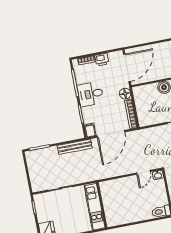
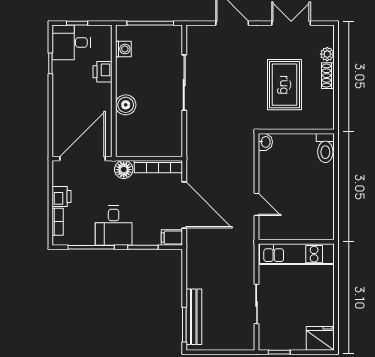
door: (127, 68) -> (83, 159), hinge flipped
bench: (75, 147) -> (194, 317), moved
door: (143, 172) -> (257, 204), moved

